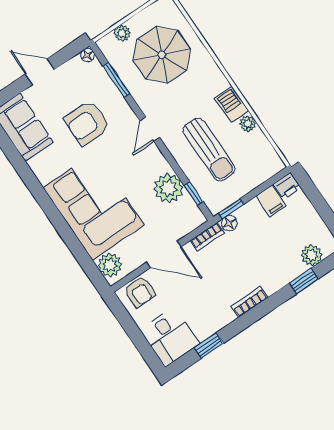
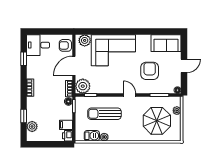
barbecue: (232, 105) -> (92, 136), moved
plant: (168, 188) -> (83, 86), moved

